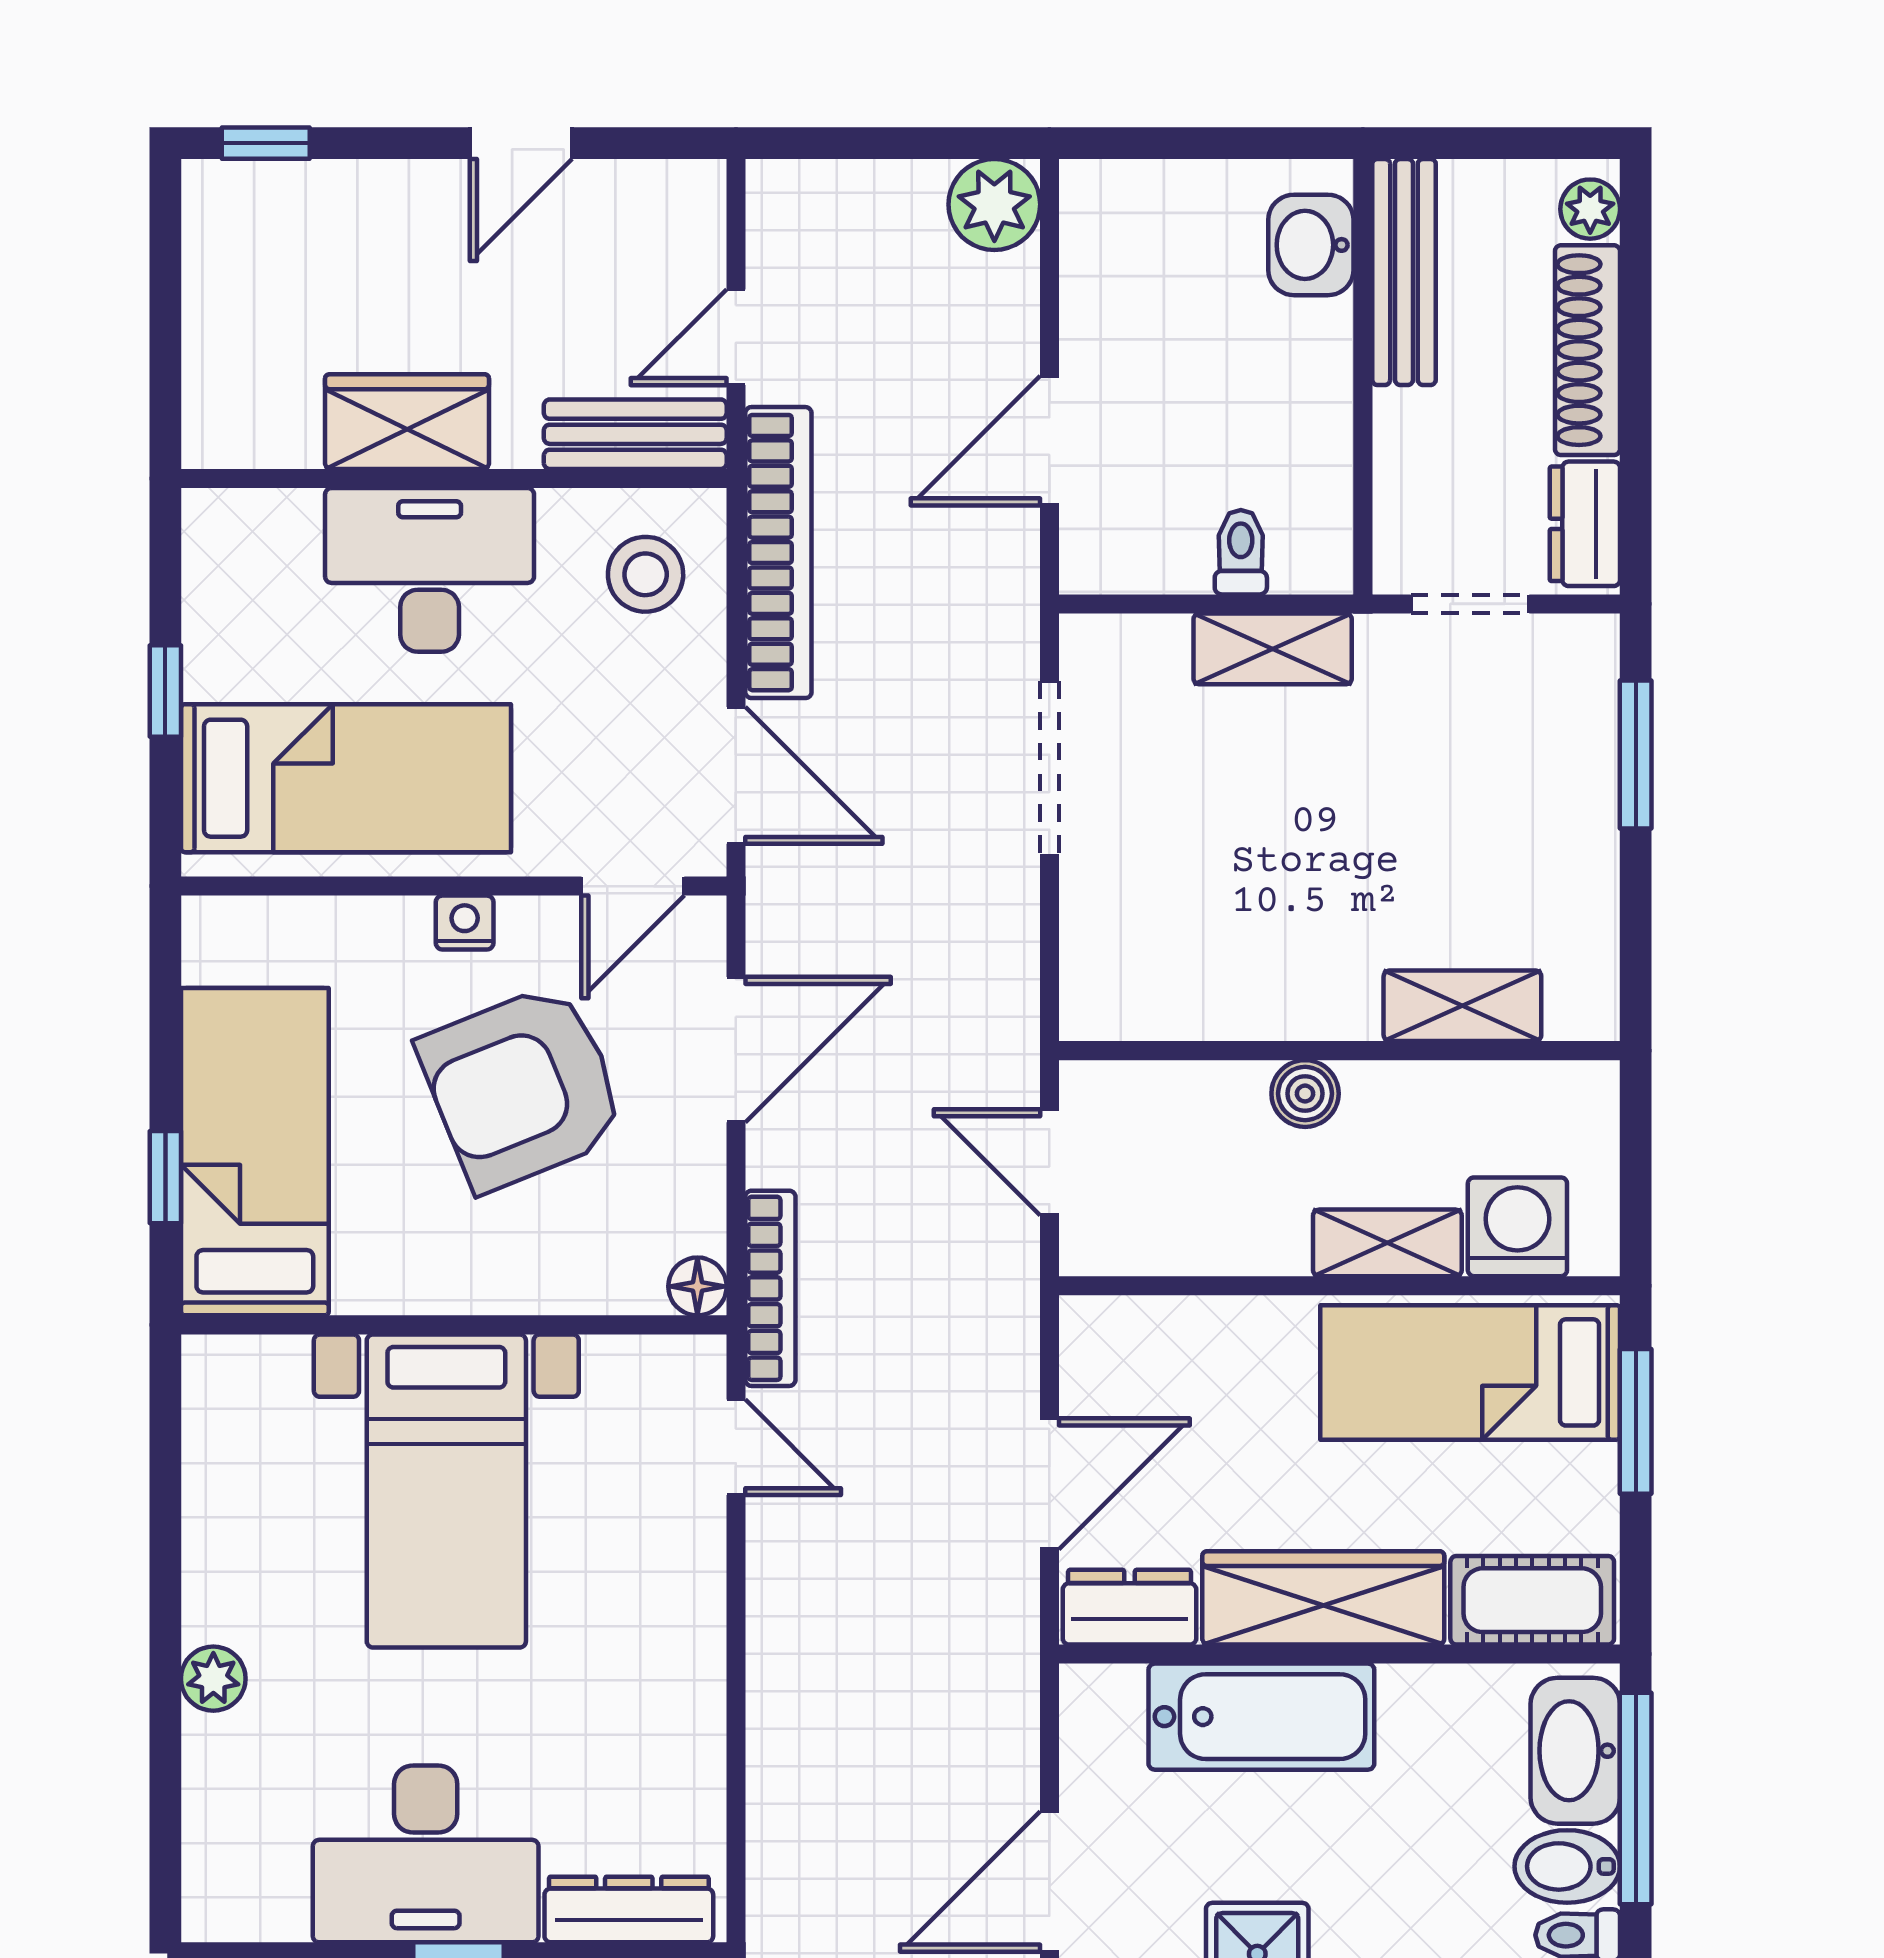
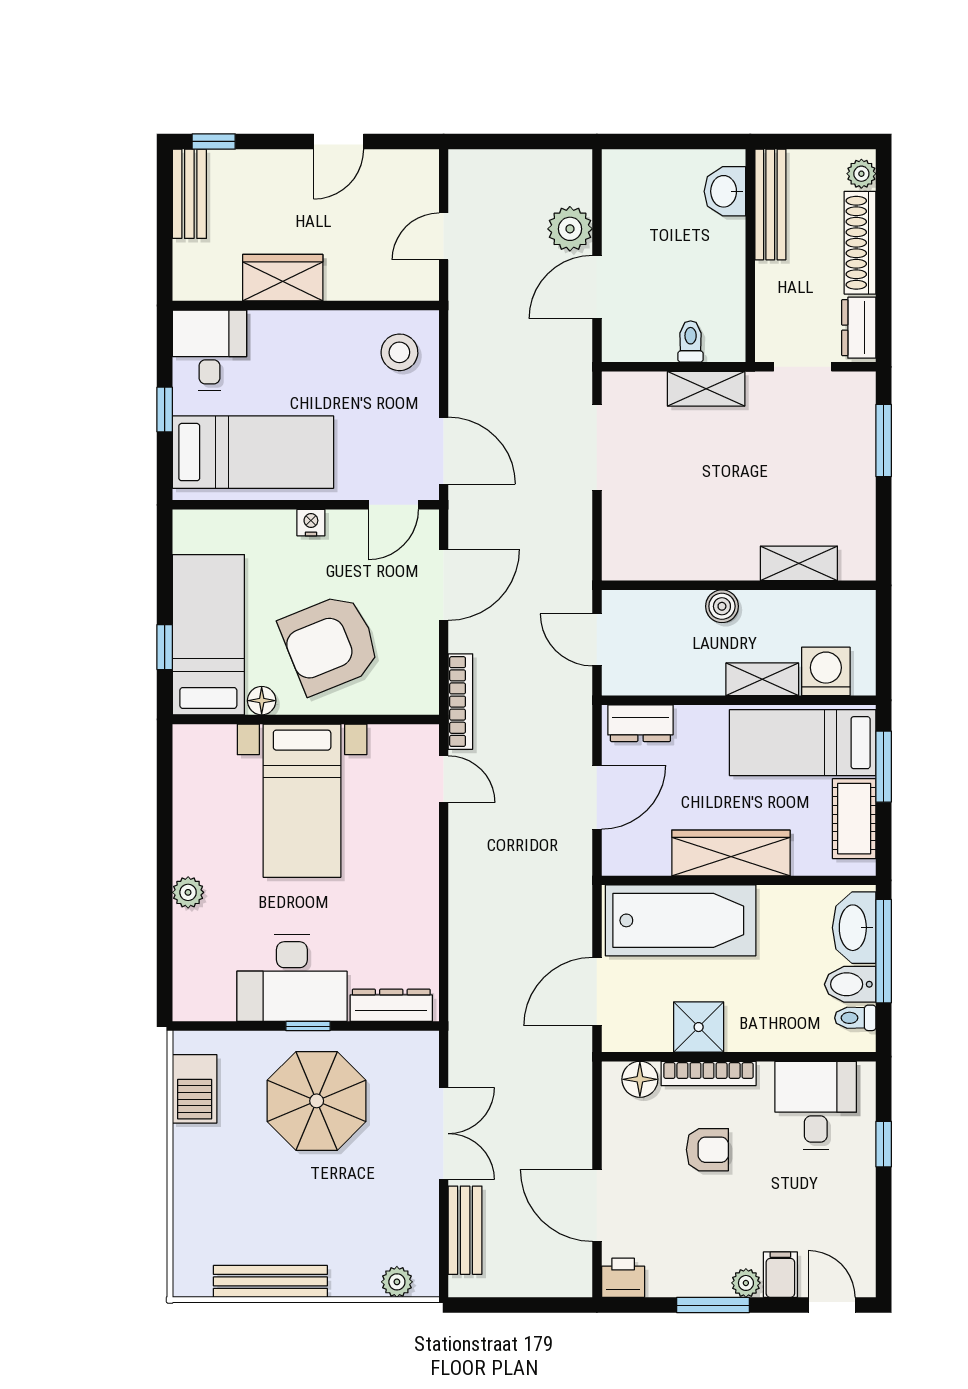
plant: (994, 204) -> (570, 229), moved
bench: (635, 434) -> (189, 194), moved, turned 90
bookcase: (778, 553) -> (464, 342), removed
desk: (430, 570) -> (209, 350), moved, width x0.73
armchair: (522, 1087) -> (330, 644), moved
floor lamp: (697, 1286) -> (262, 701), moved
cot: (1532, 1600) -> (854, 819), moved, turned 90
dresser: (1130, 1607) -> (640, 723), moved, turned 180
bathtub: (1261, 1717) -> (681, 920), width x1.36, depth x1.36

